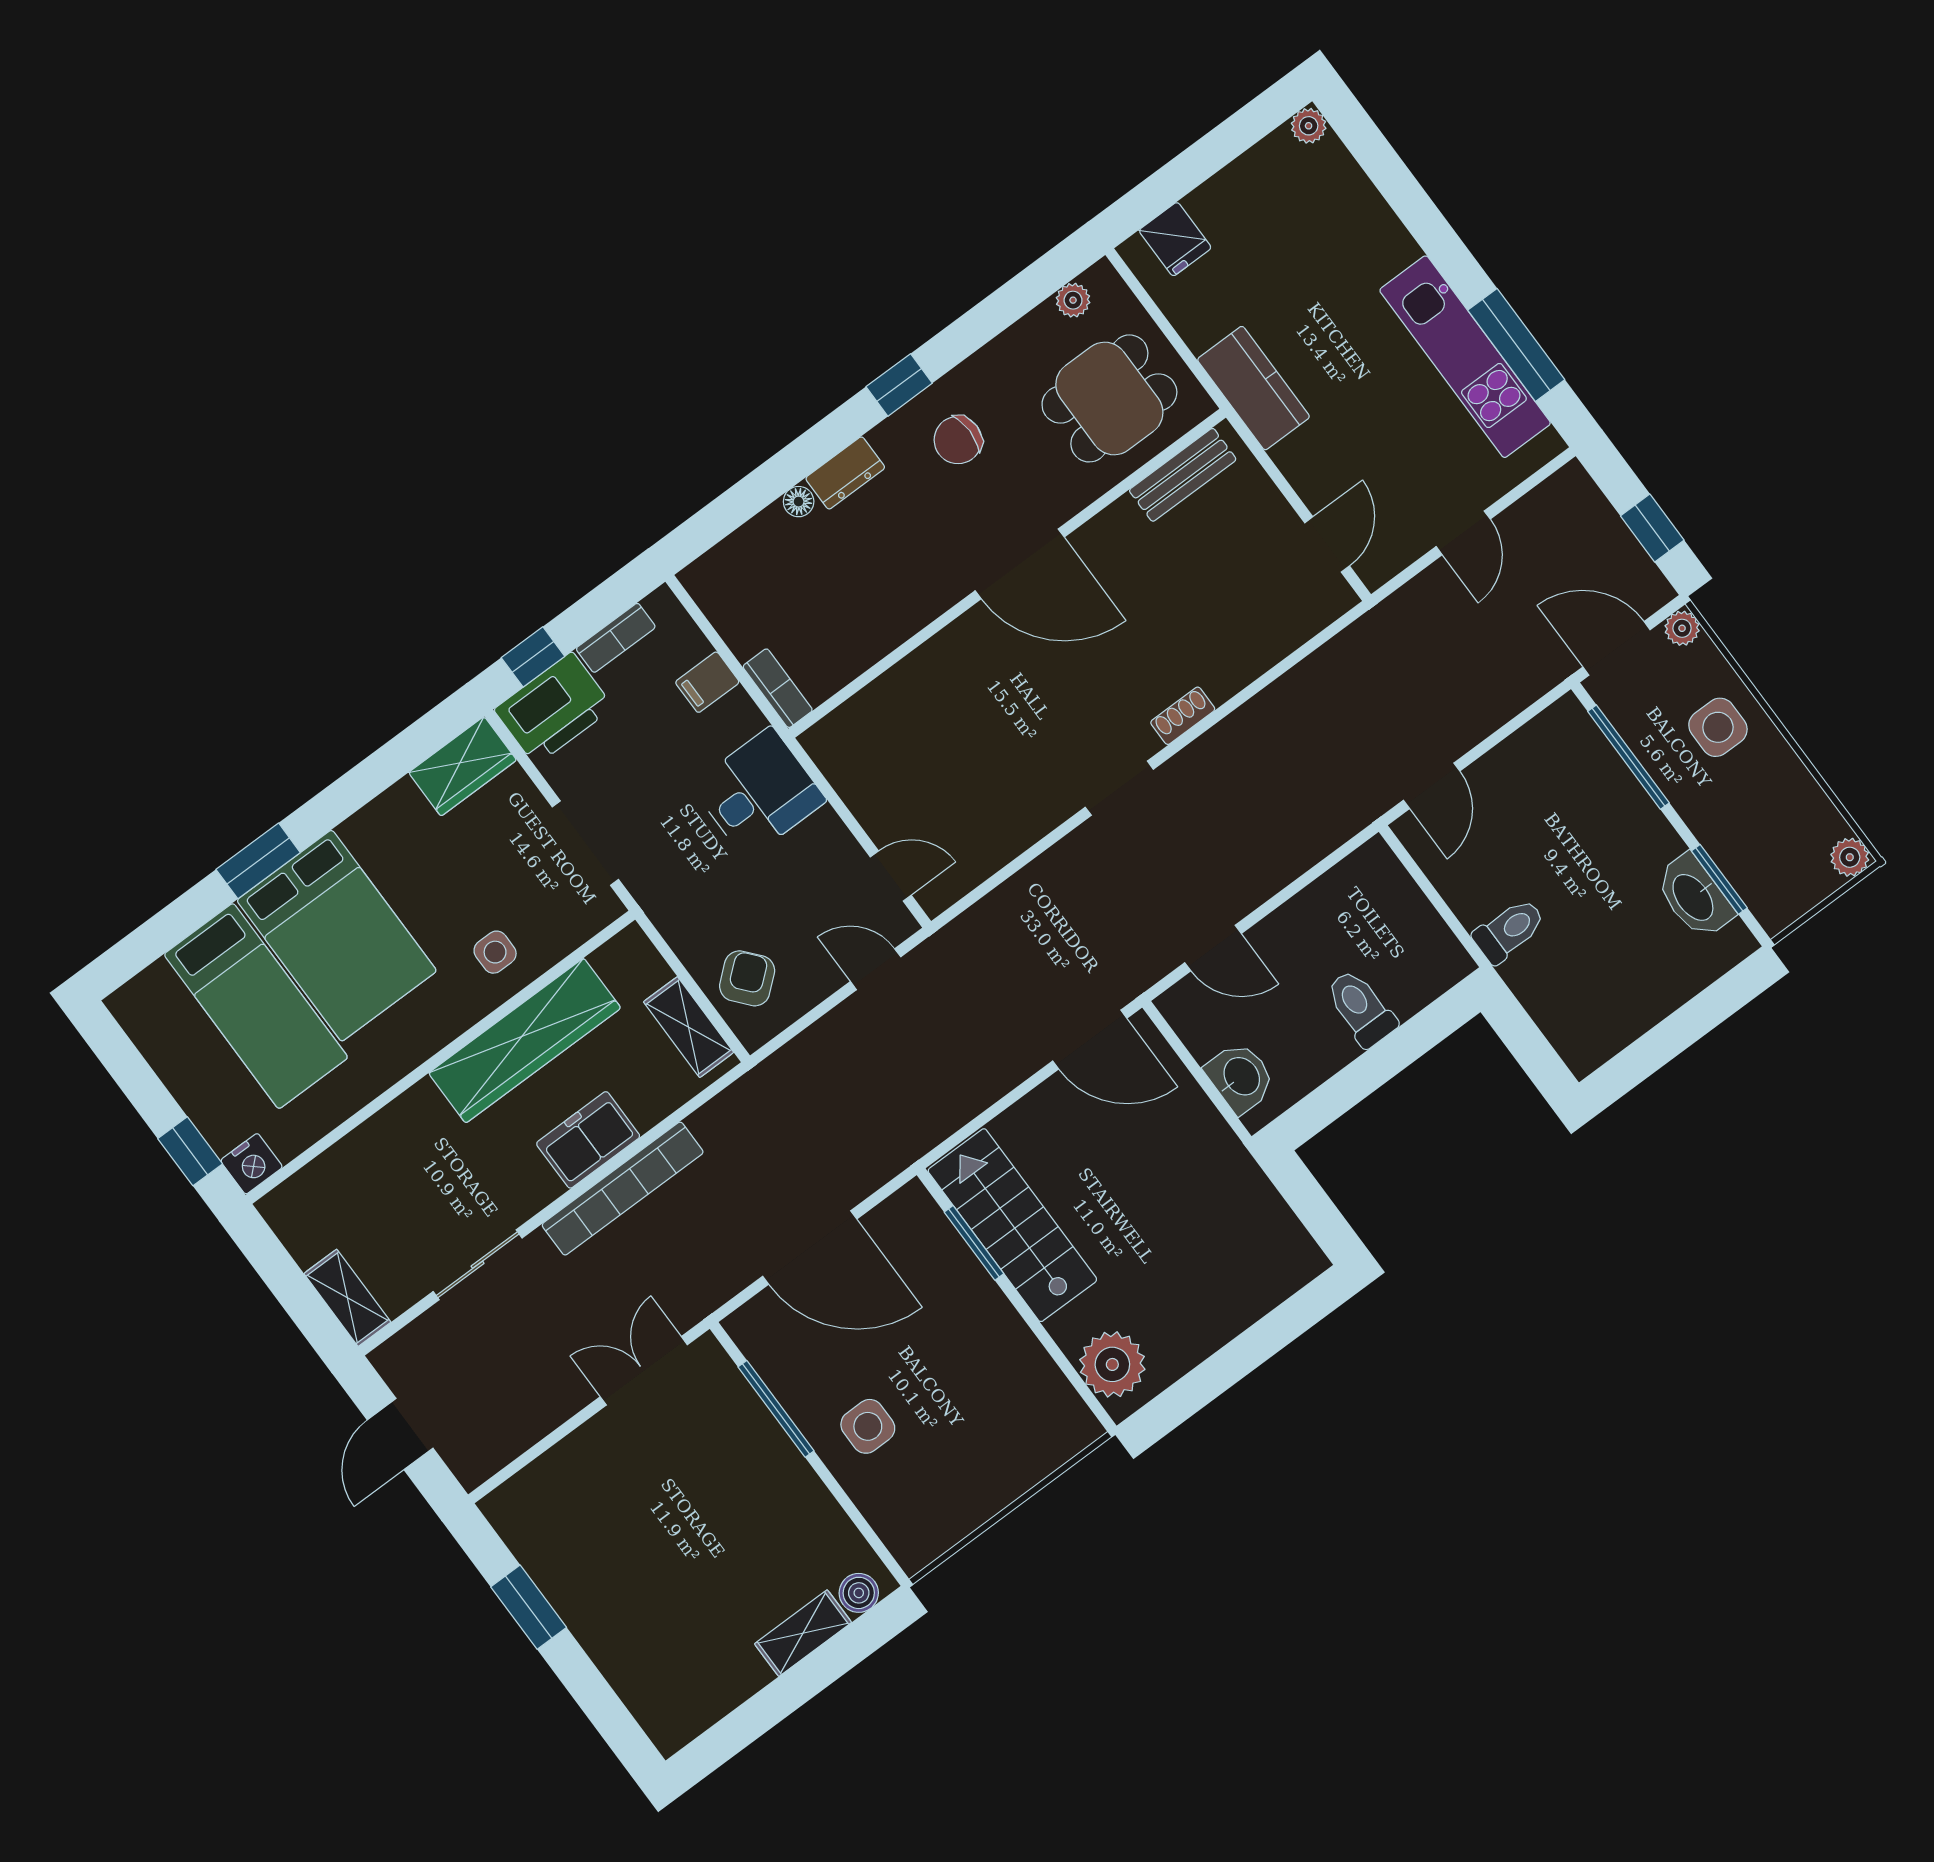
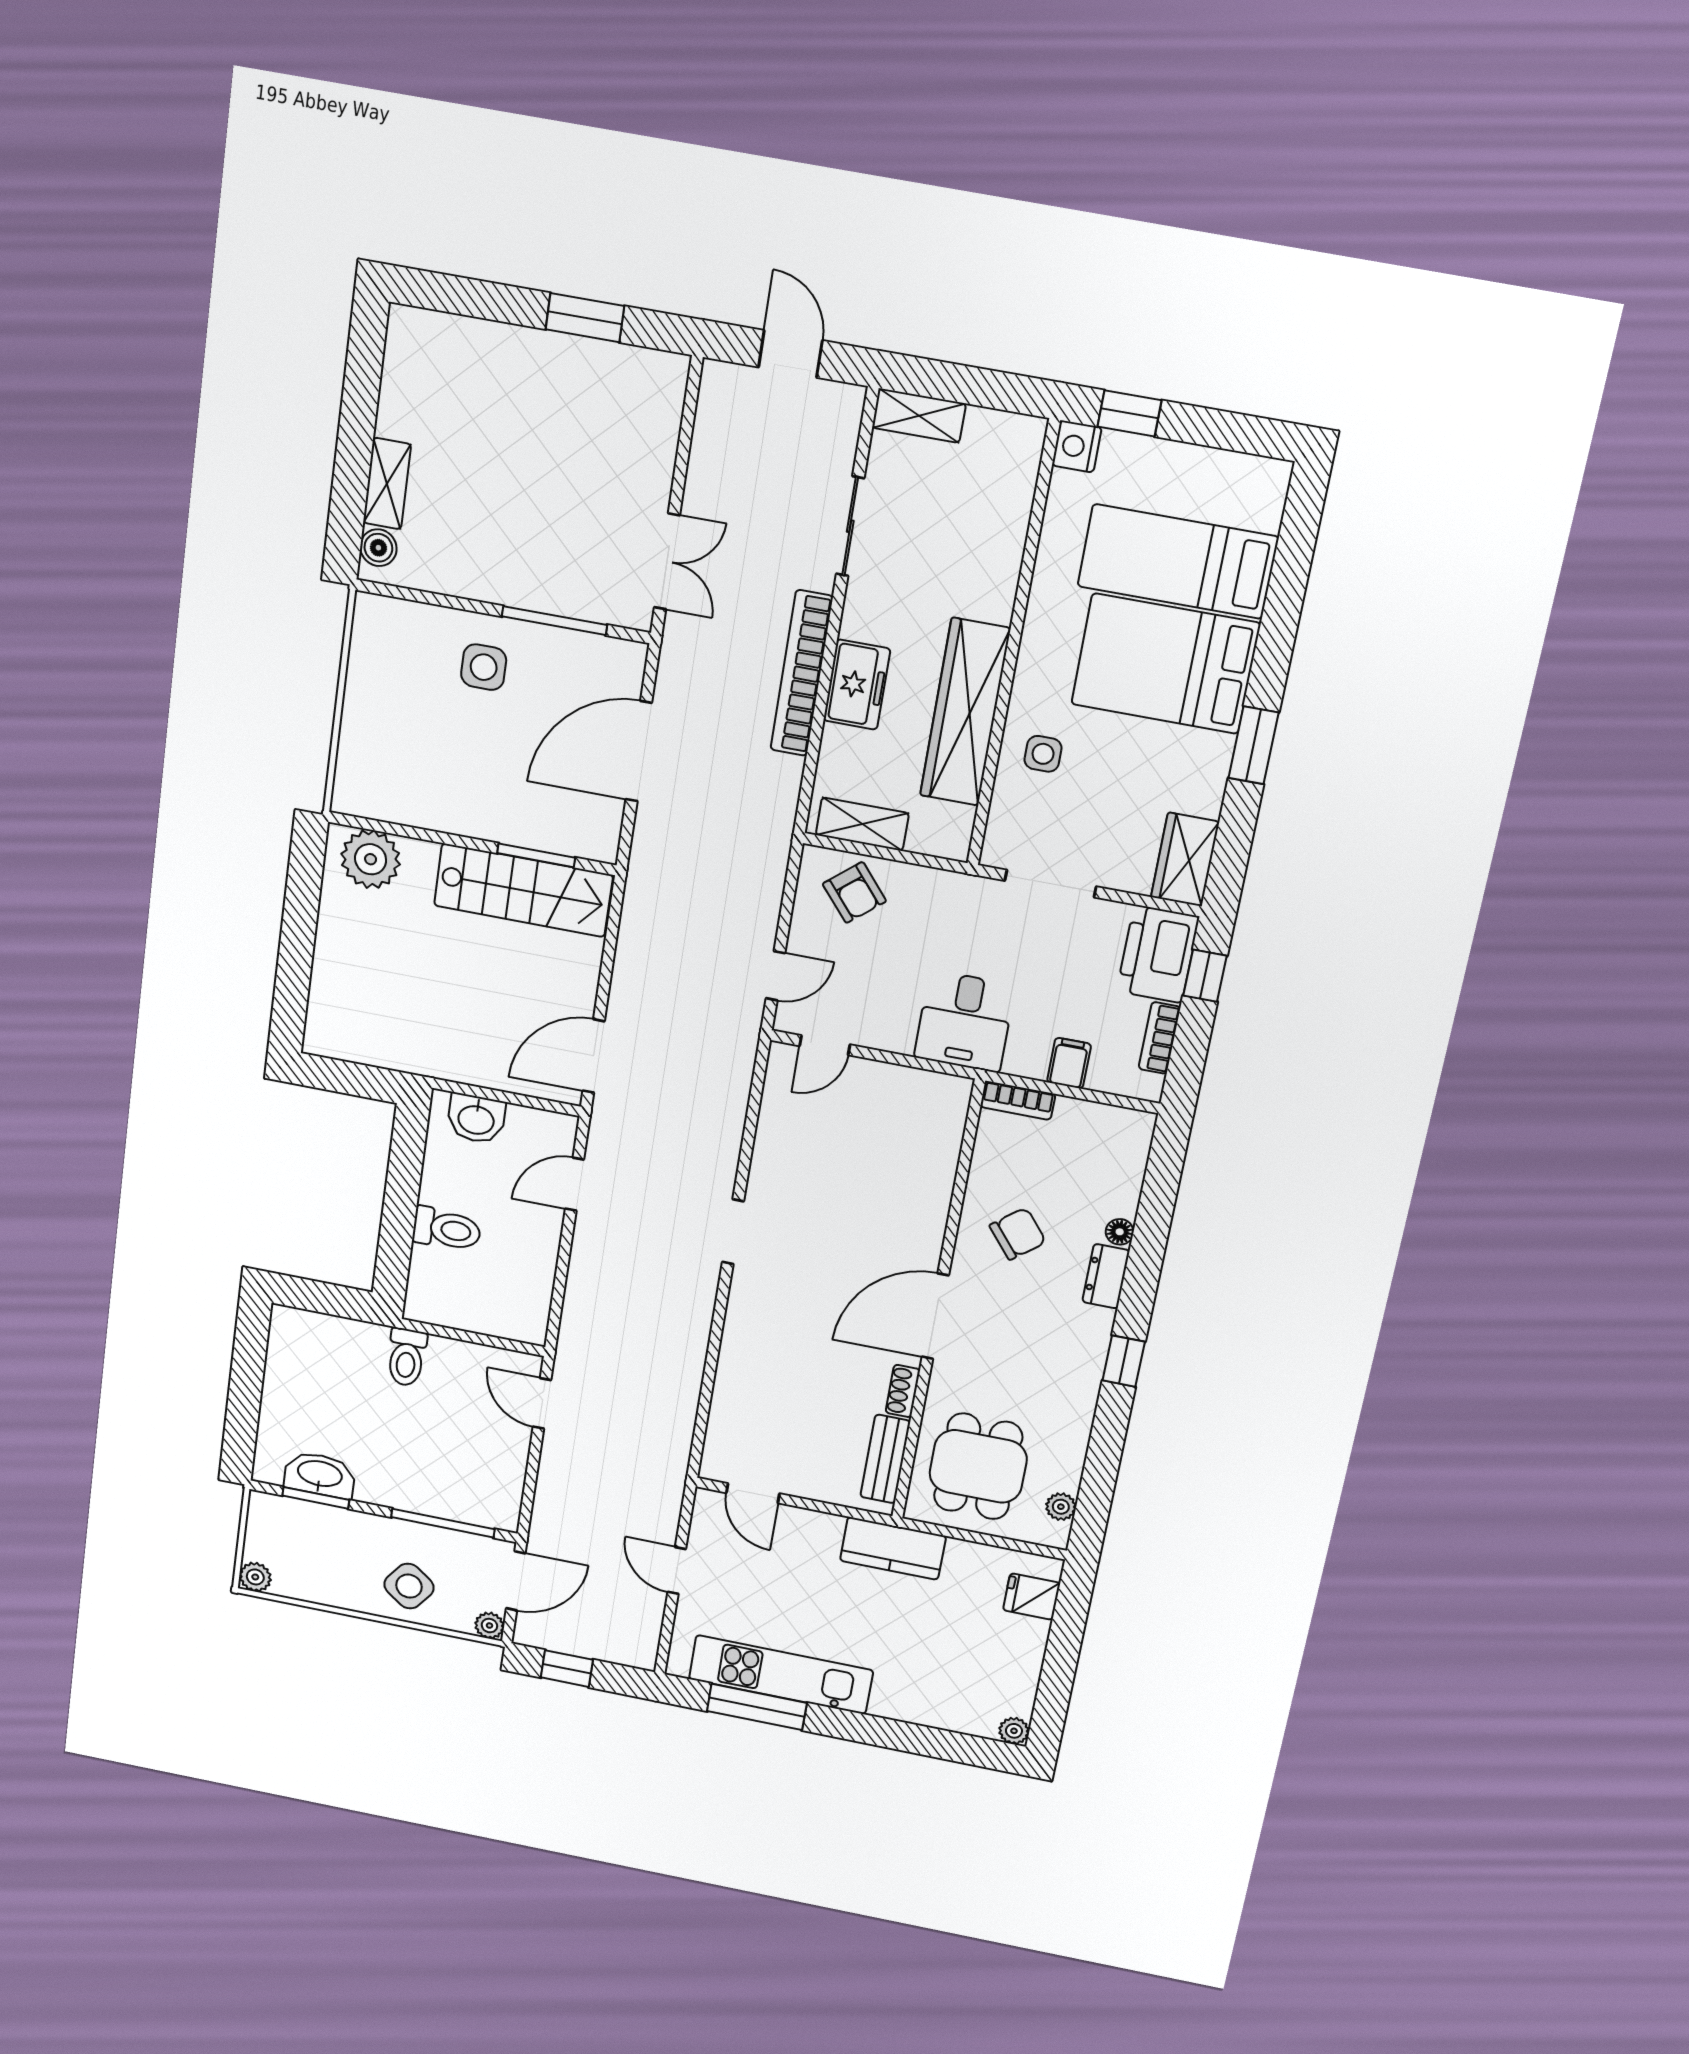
chair: (958, 440) -> (1018, 1234), moved, turned 51
shoe rack: (1183, 716) -> (903, 1391), moved, turned 180
side table: (1718, 727) -> (409, 1586), turned 37
window: (258, 861) -> (1254, 745), moved

